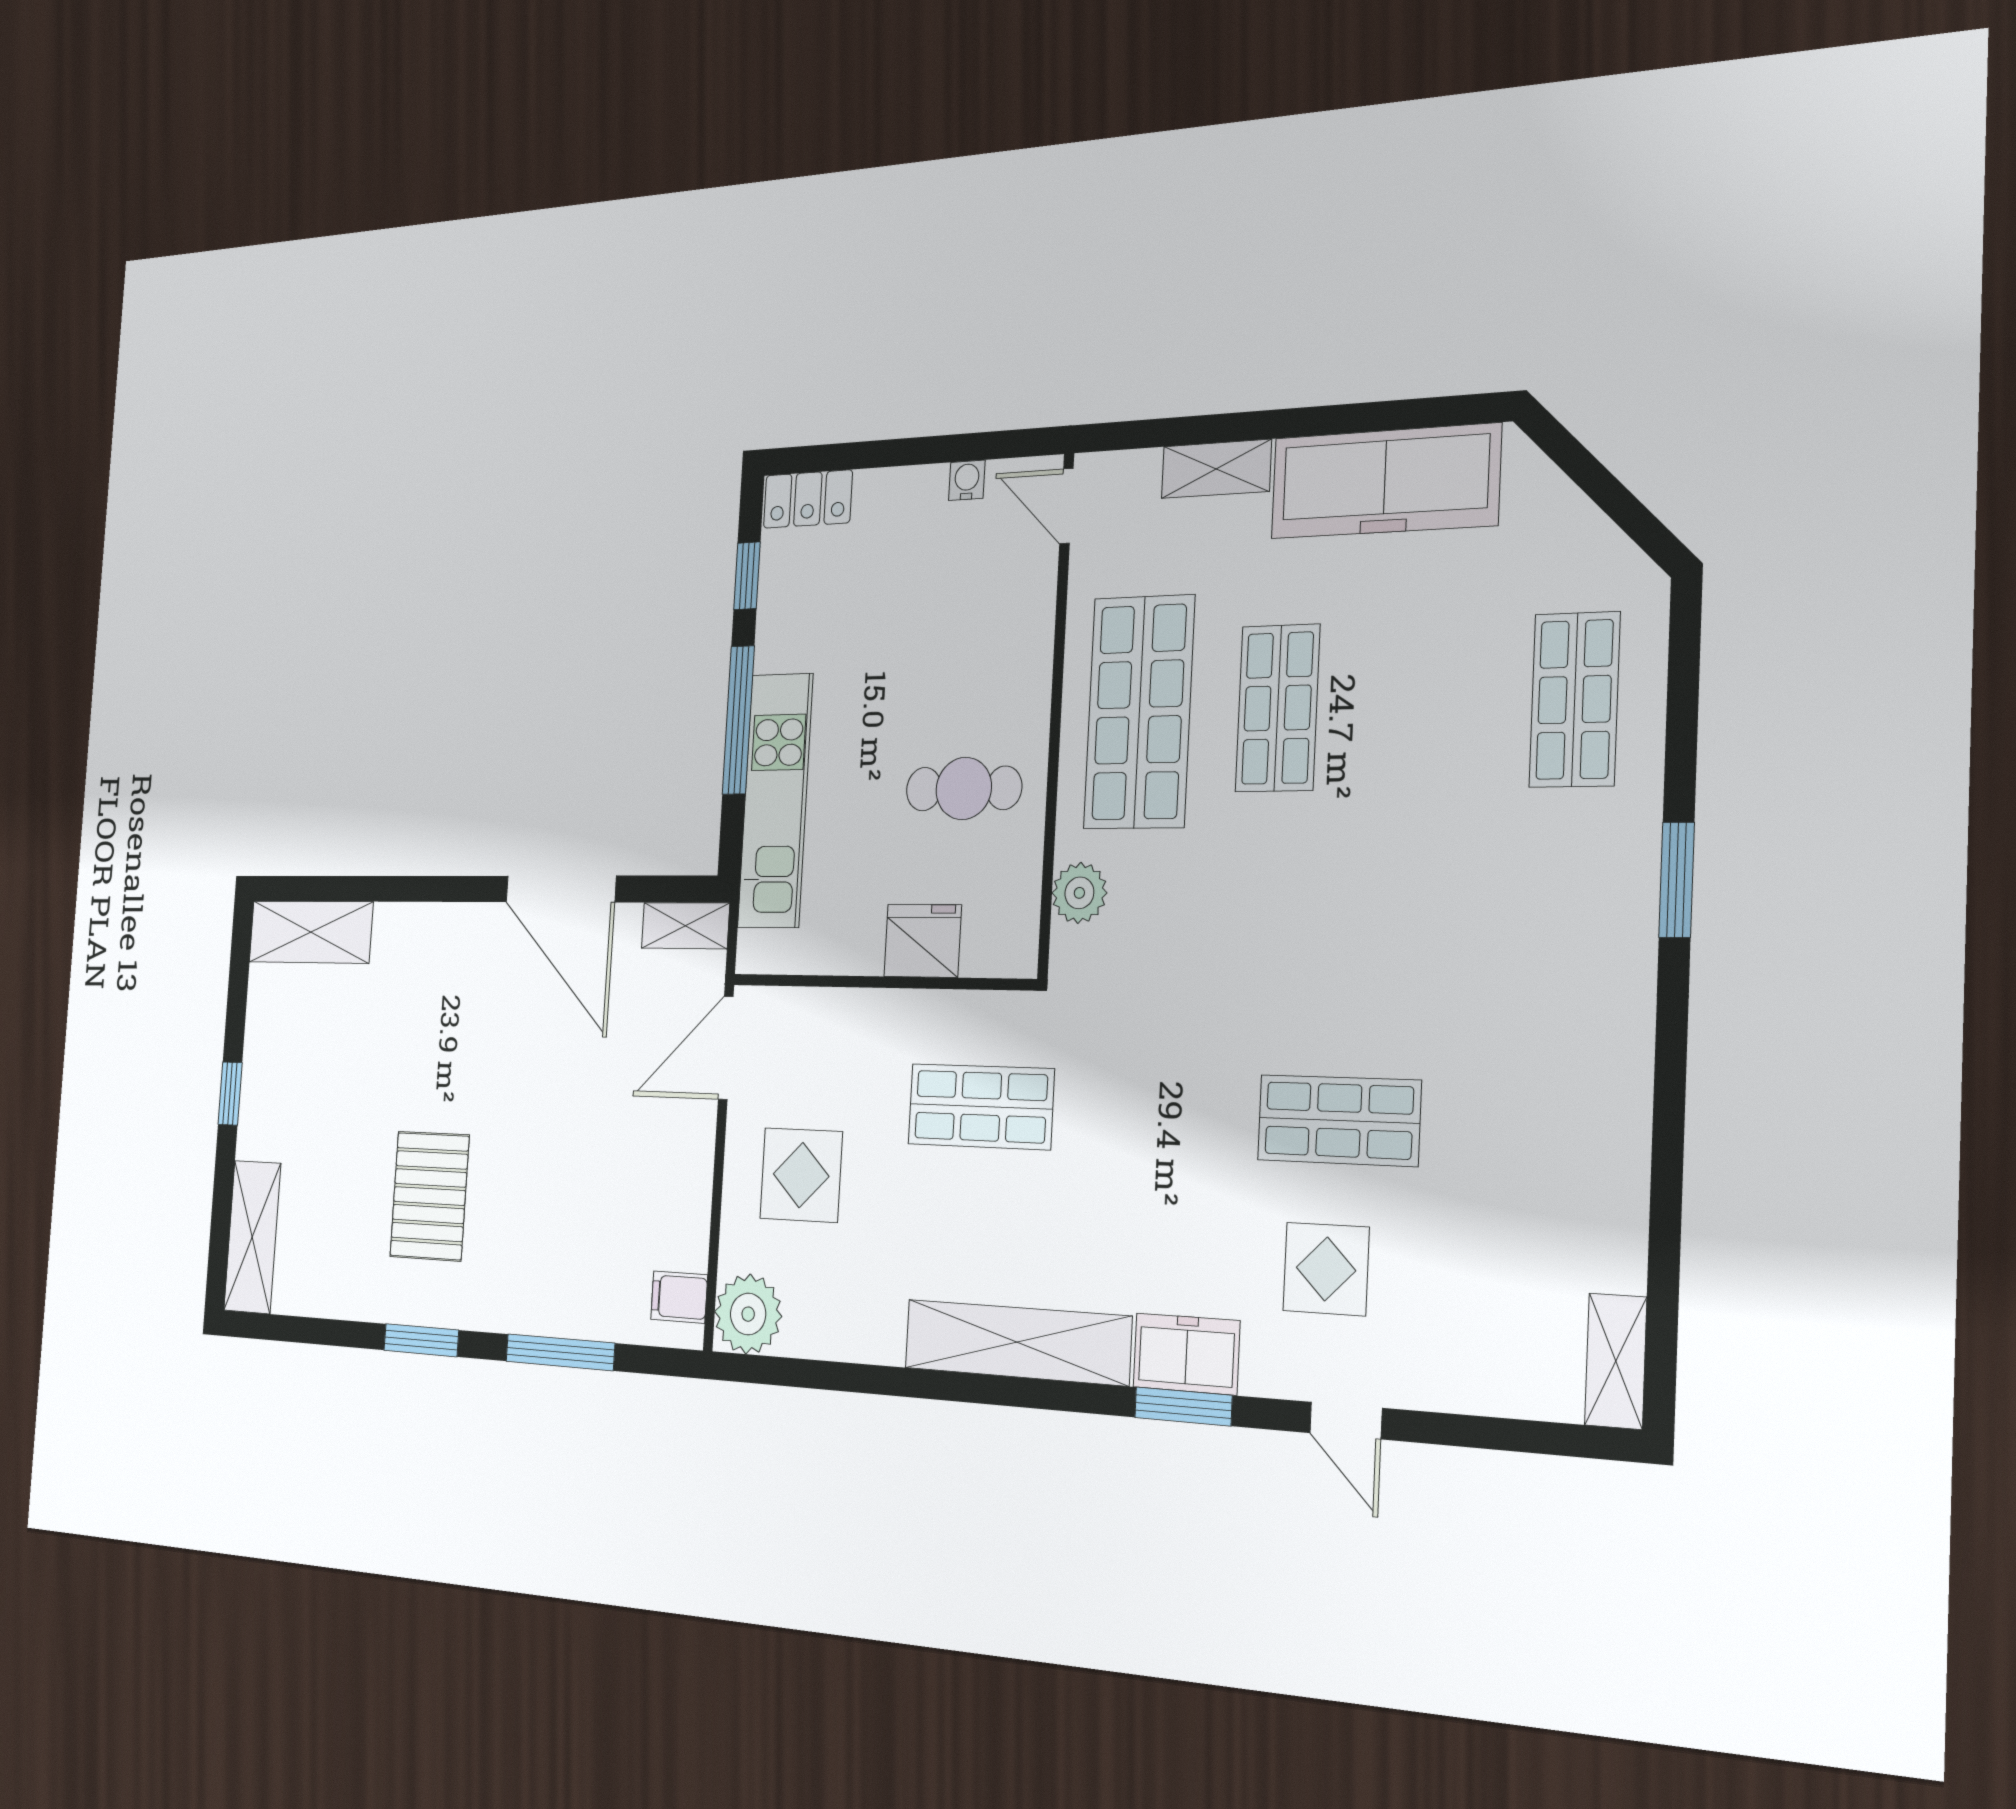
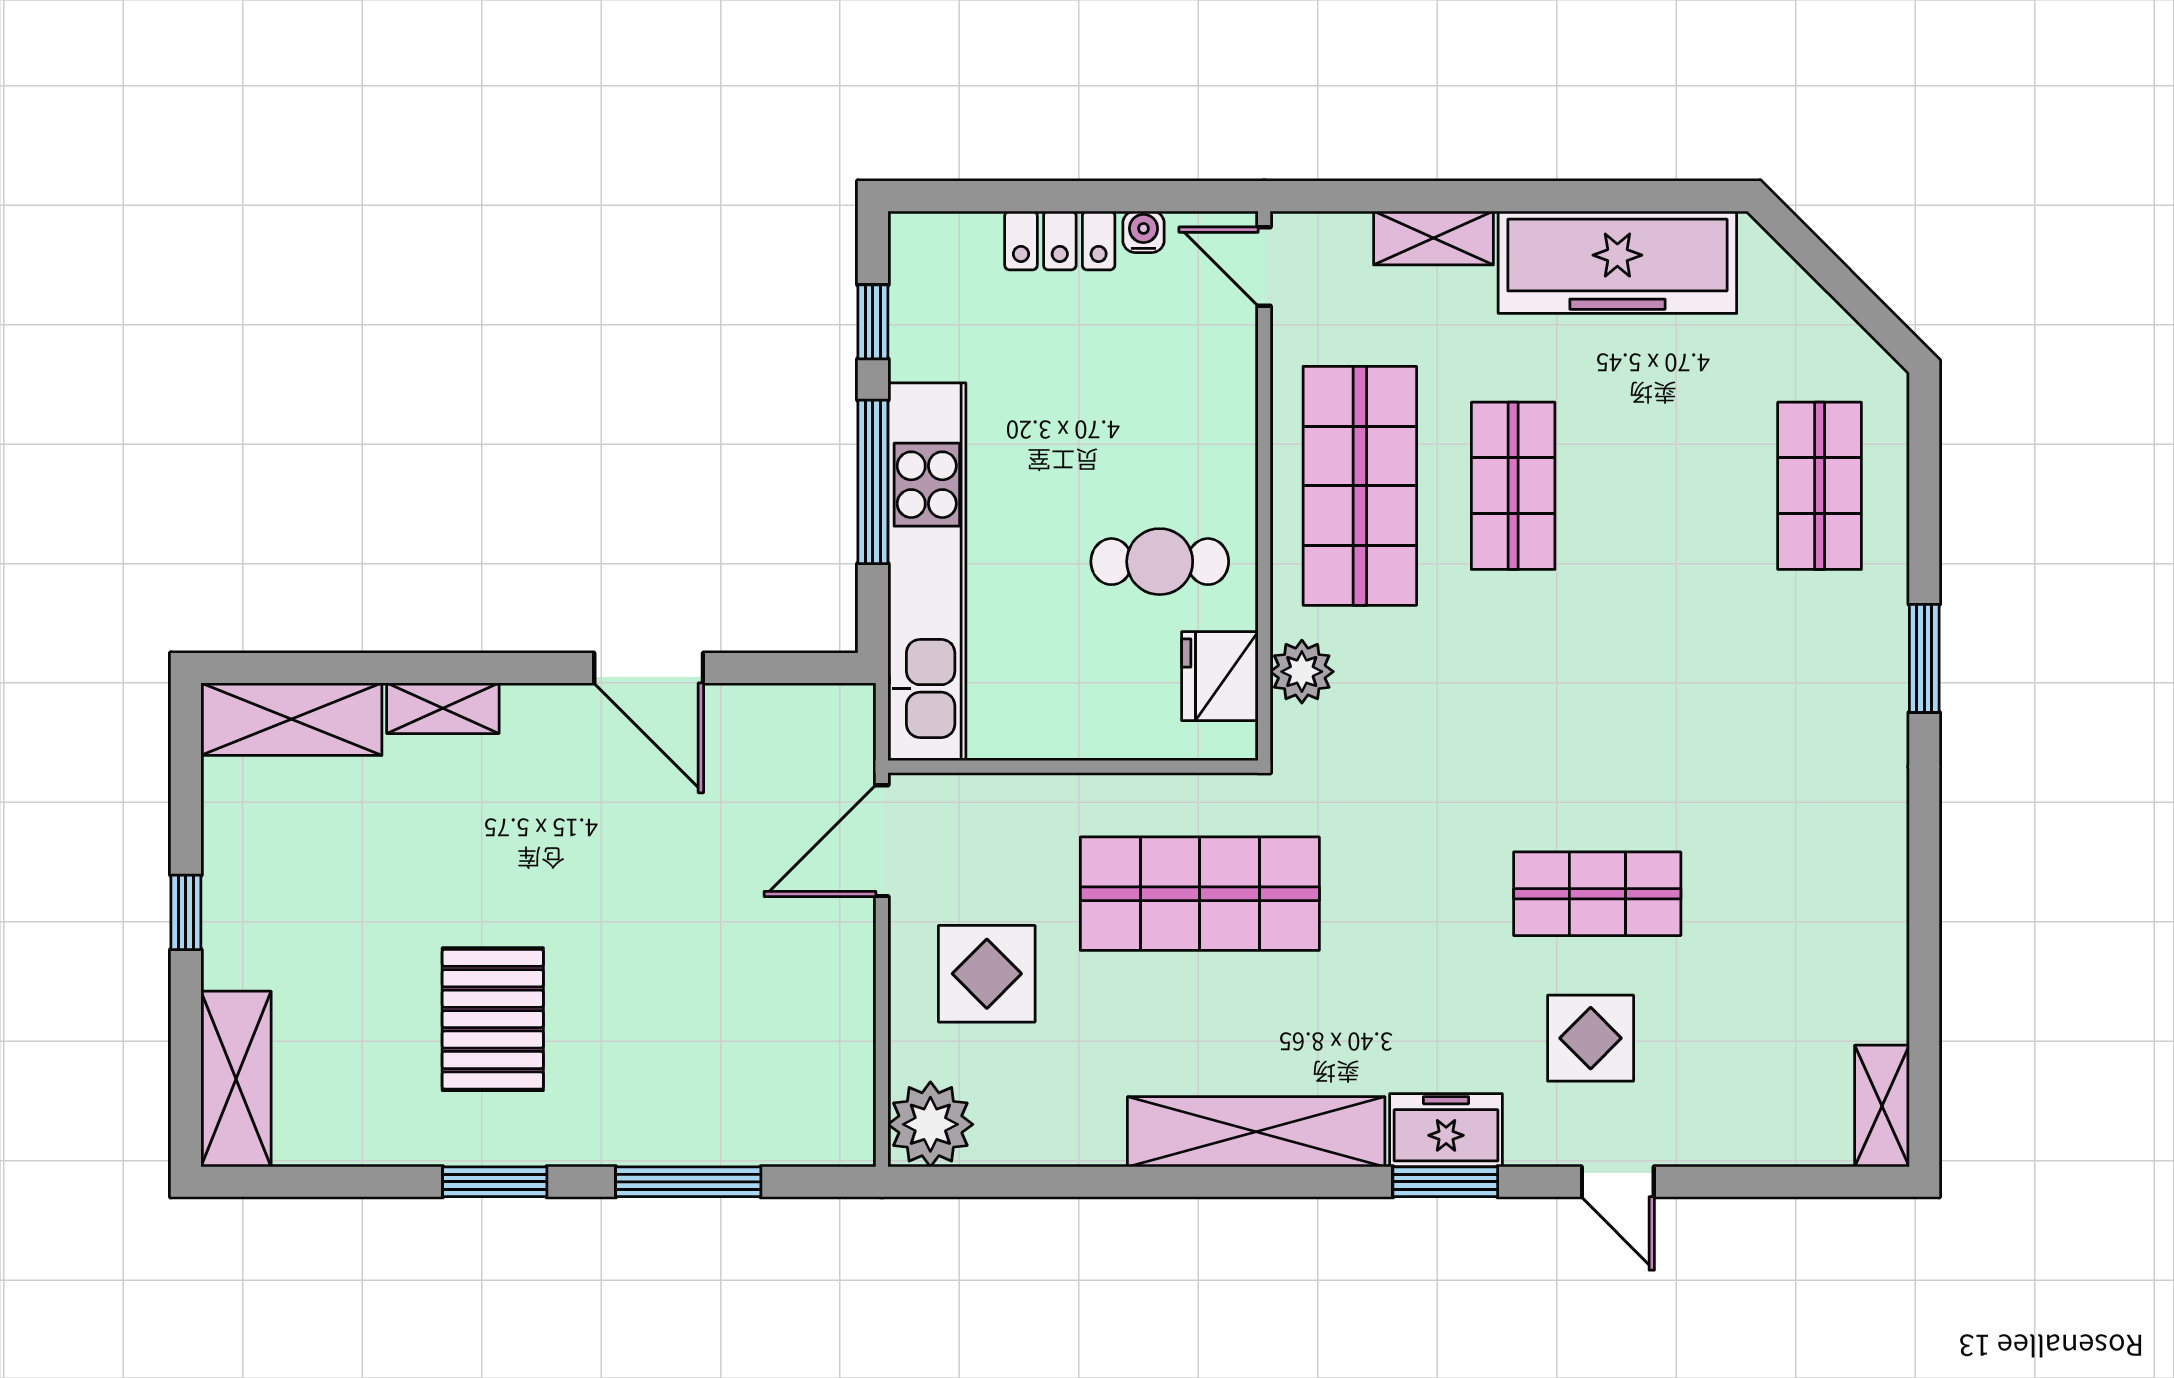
locker: (808, 499) -> (1060, 240), moved
kitchen unit: (775, 801) -> (927, 571), width x1.36
door: (561, 889) -> (649, 668), width x0.73
shelving: (685, 926) -> (443, 708), moved
fridge: (923, 941) -> (1220, 676), moved, turned -90
shop shelf: (981, 1107) -> (1200, 894), width x1.43, depth x1.36
filing cabinet: (679, 1297) -> (841, 1112), removed

